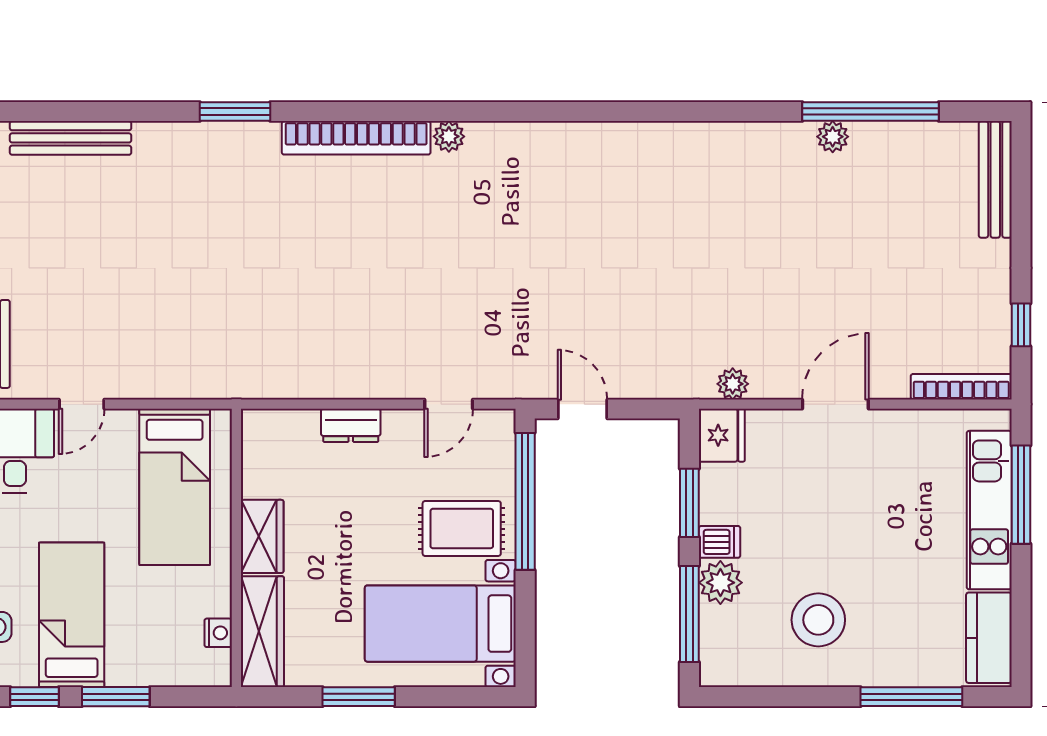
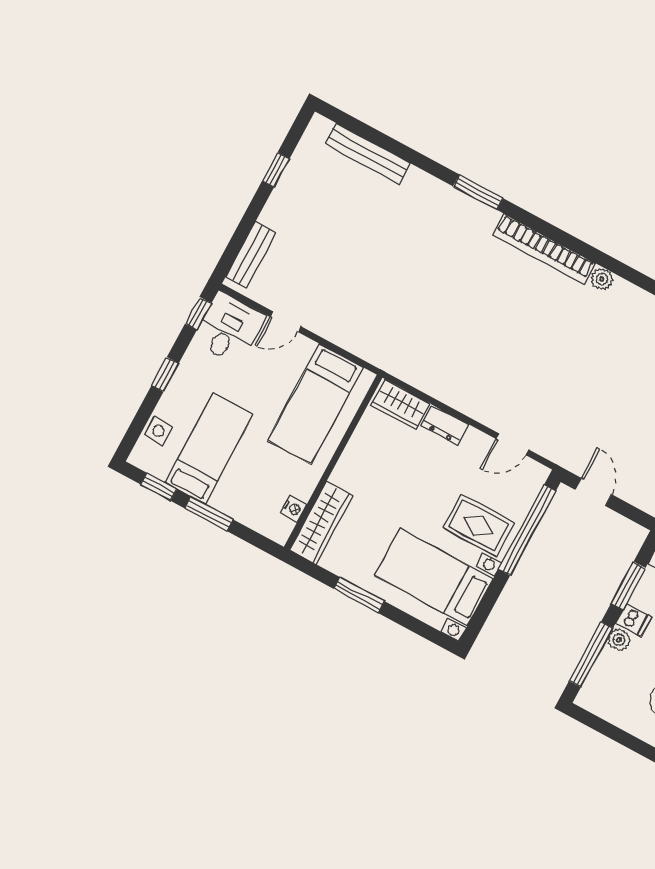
wardrobe: (262, 536) -> (400, 404), moved, turned 90
plant: (720, 583) -> (619, 640), width x0.73, depth x0.73

